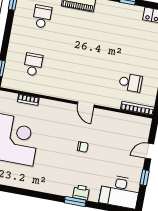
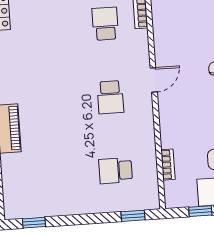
school desk: (42, 17) -> (110, 97), moved, turned -90

